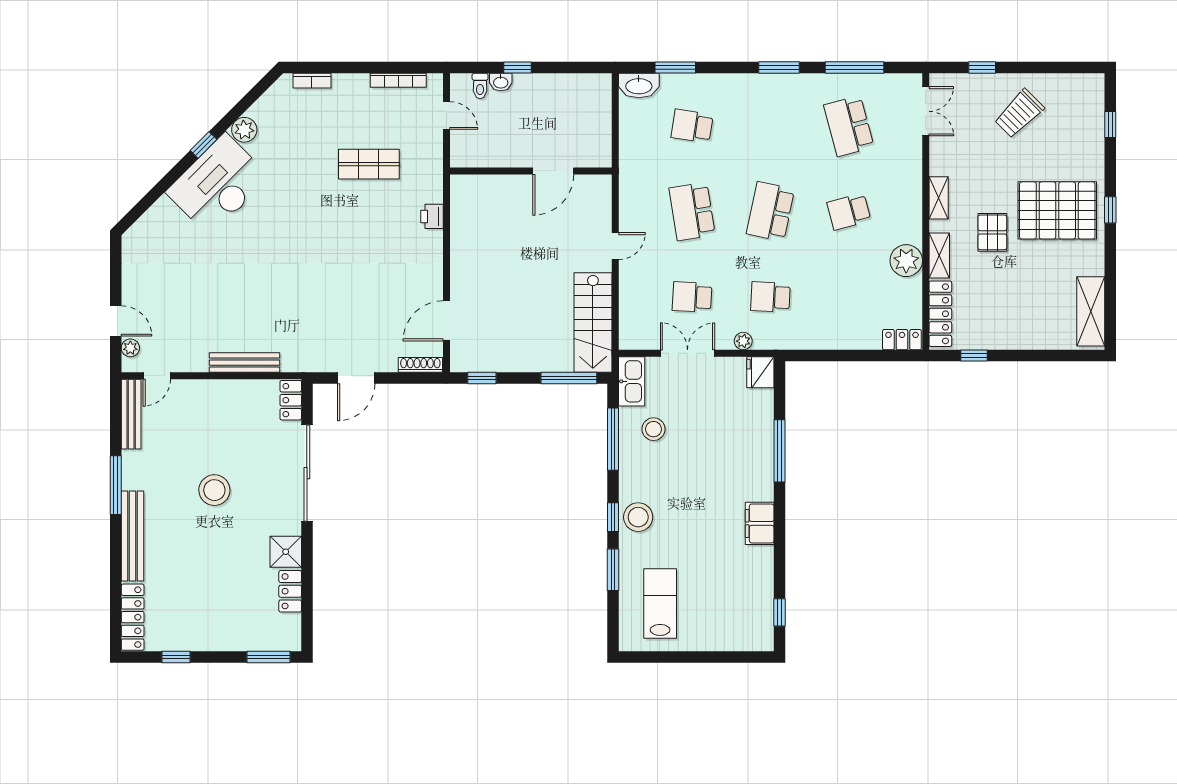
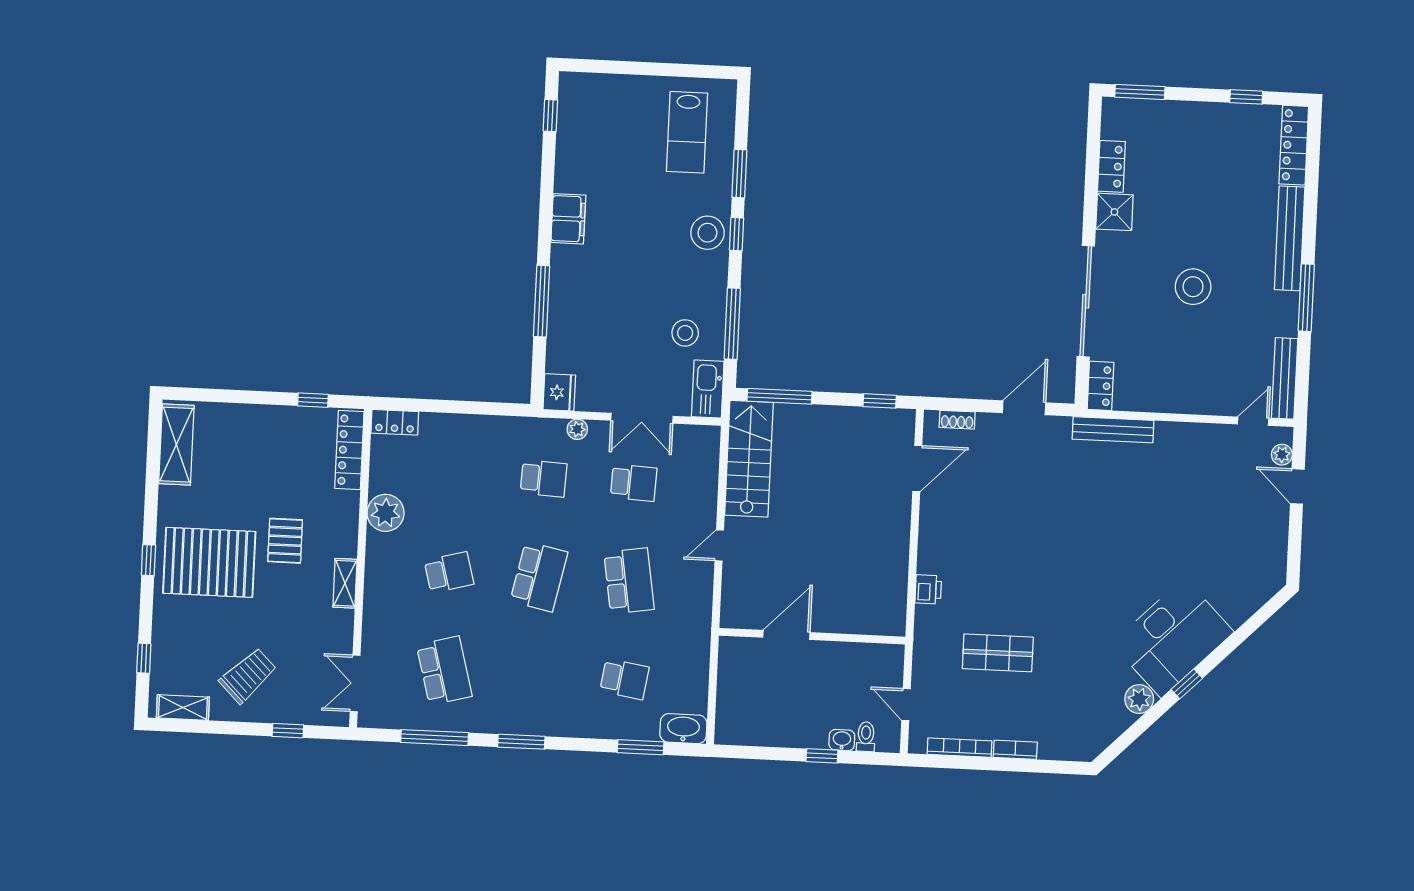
bookcase: (312, 81) -> (1015, 750), moved
shelving: (939, 255) -> (183, 708), moved, turned 90
bench: (245, 363) -> (1113, 430), moved
shoe rack: (420, 365) -> (957, 420), width x0.70

